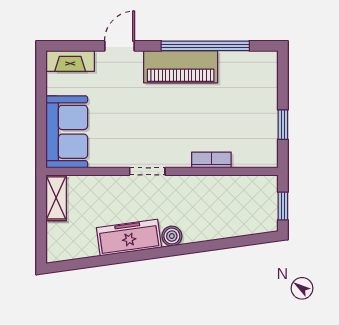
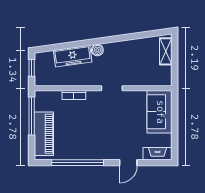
piano: (181, 67) -> (44, 134), moved, turned 90
window: (283, 125) -> (32, 116), width x2.17
shelving: (56, 198) -> (166, 51), moved
freezer: (129, 238) -> (73, 56), moved

